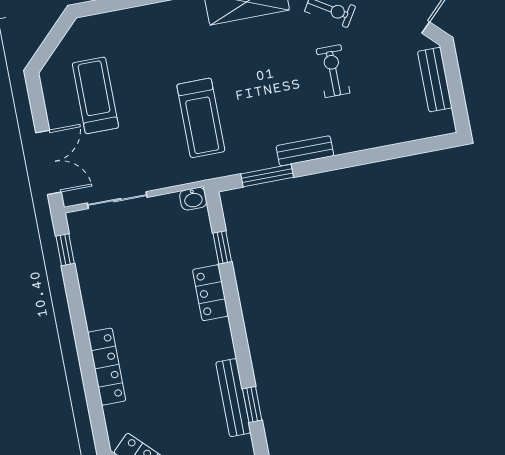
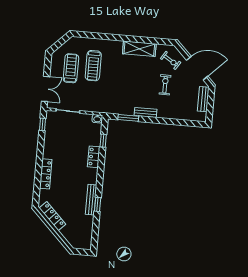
treadmill: (201, 118) -> (93, 66), moved

